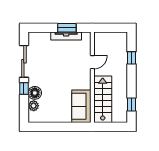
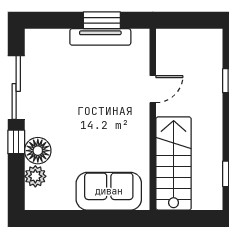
sofa: (81, 106) -> (109, 191), moved, turned 90

